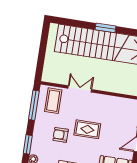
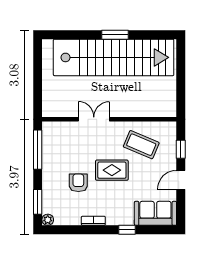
coffee table: (53, 101) -> (141, 145), moved, turned -67
armchair: (61, 135) -> (78, 183), turned 90

